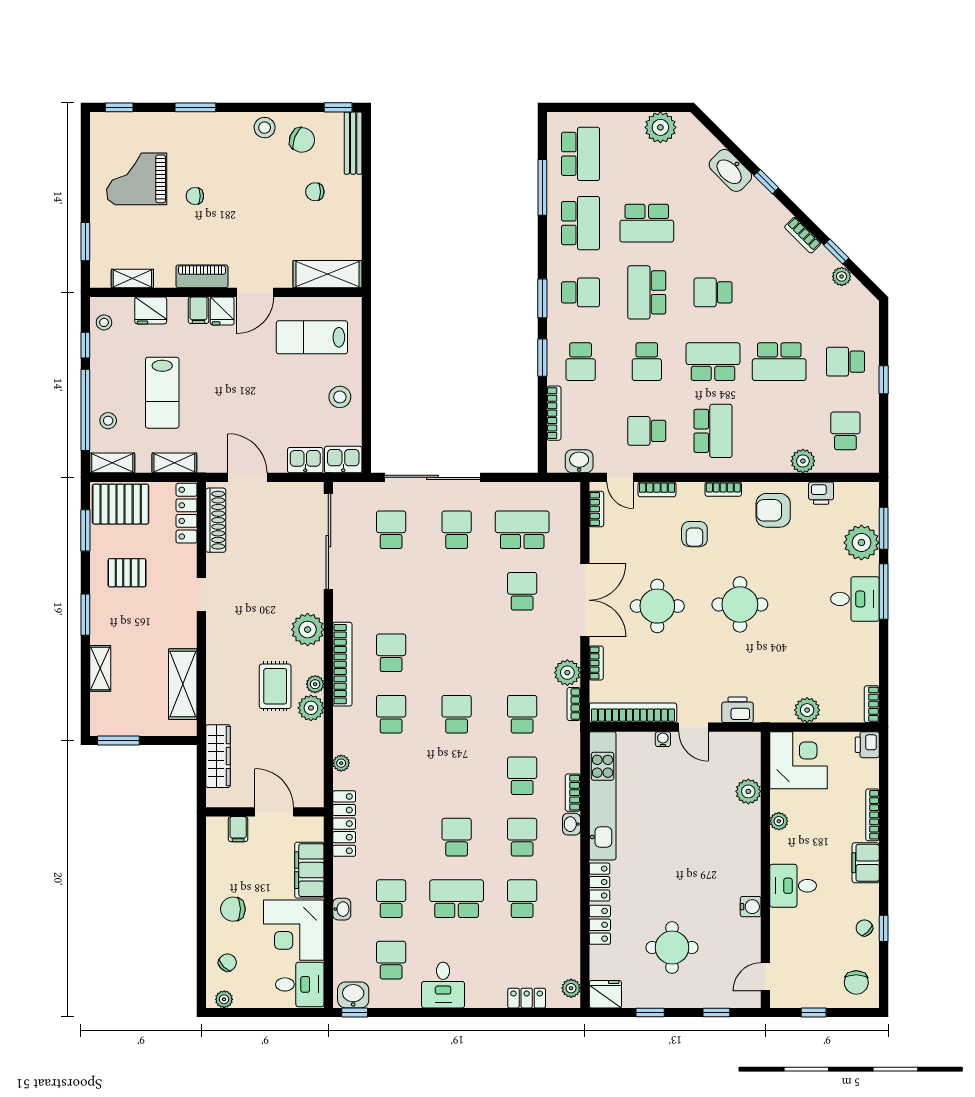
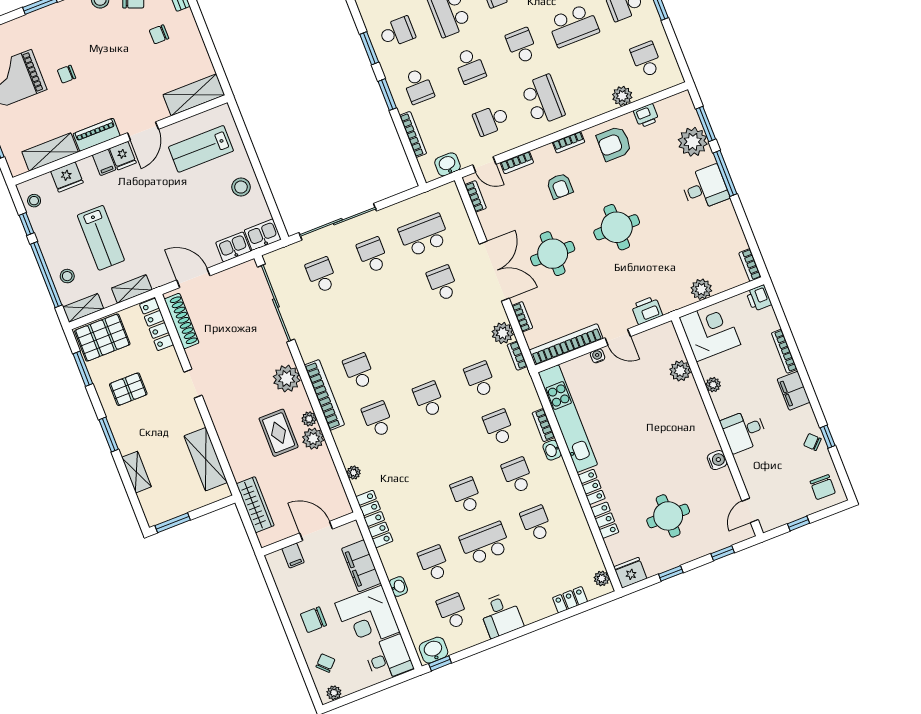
shelving: (132, 278) -> (50, 152), width x1.50, depth x1.33
school desk: (713, 362) -> (522, 46), width x0.54

